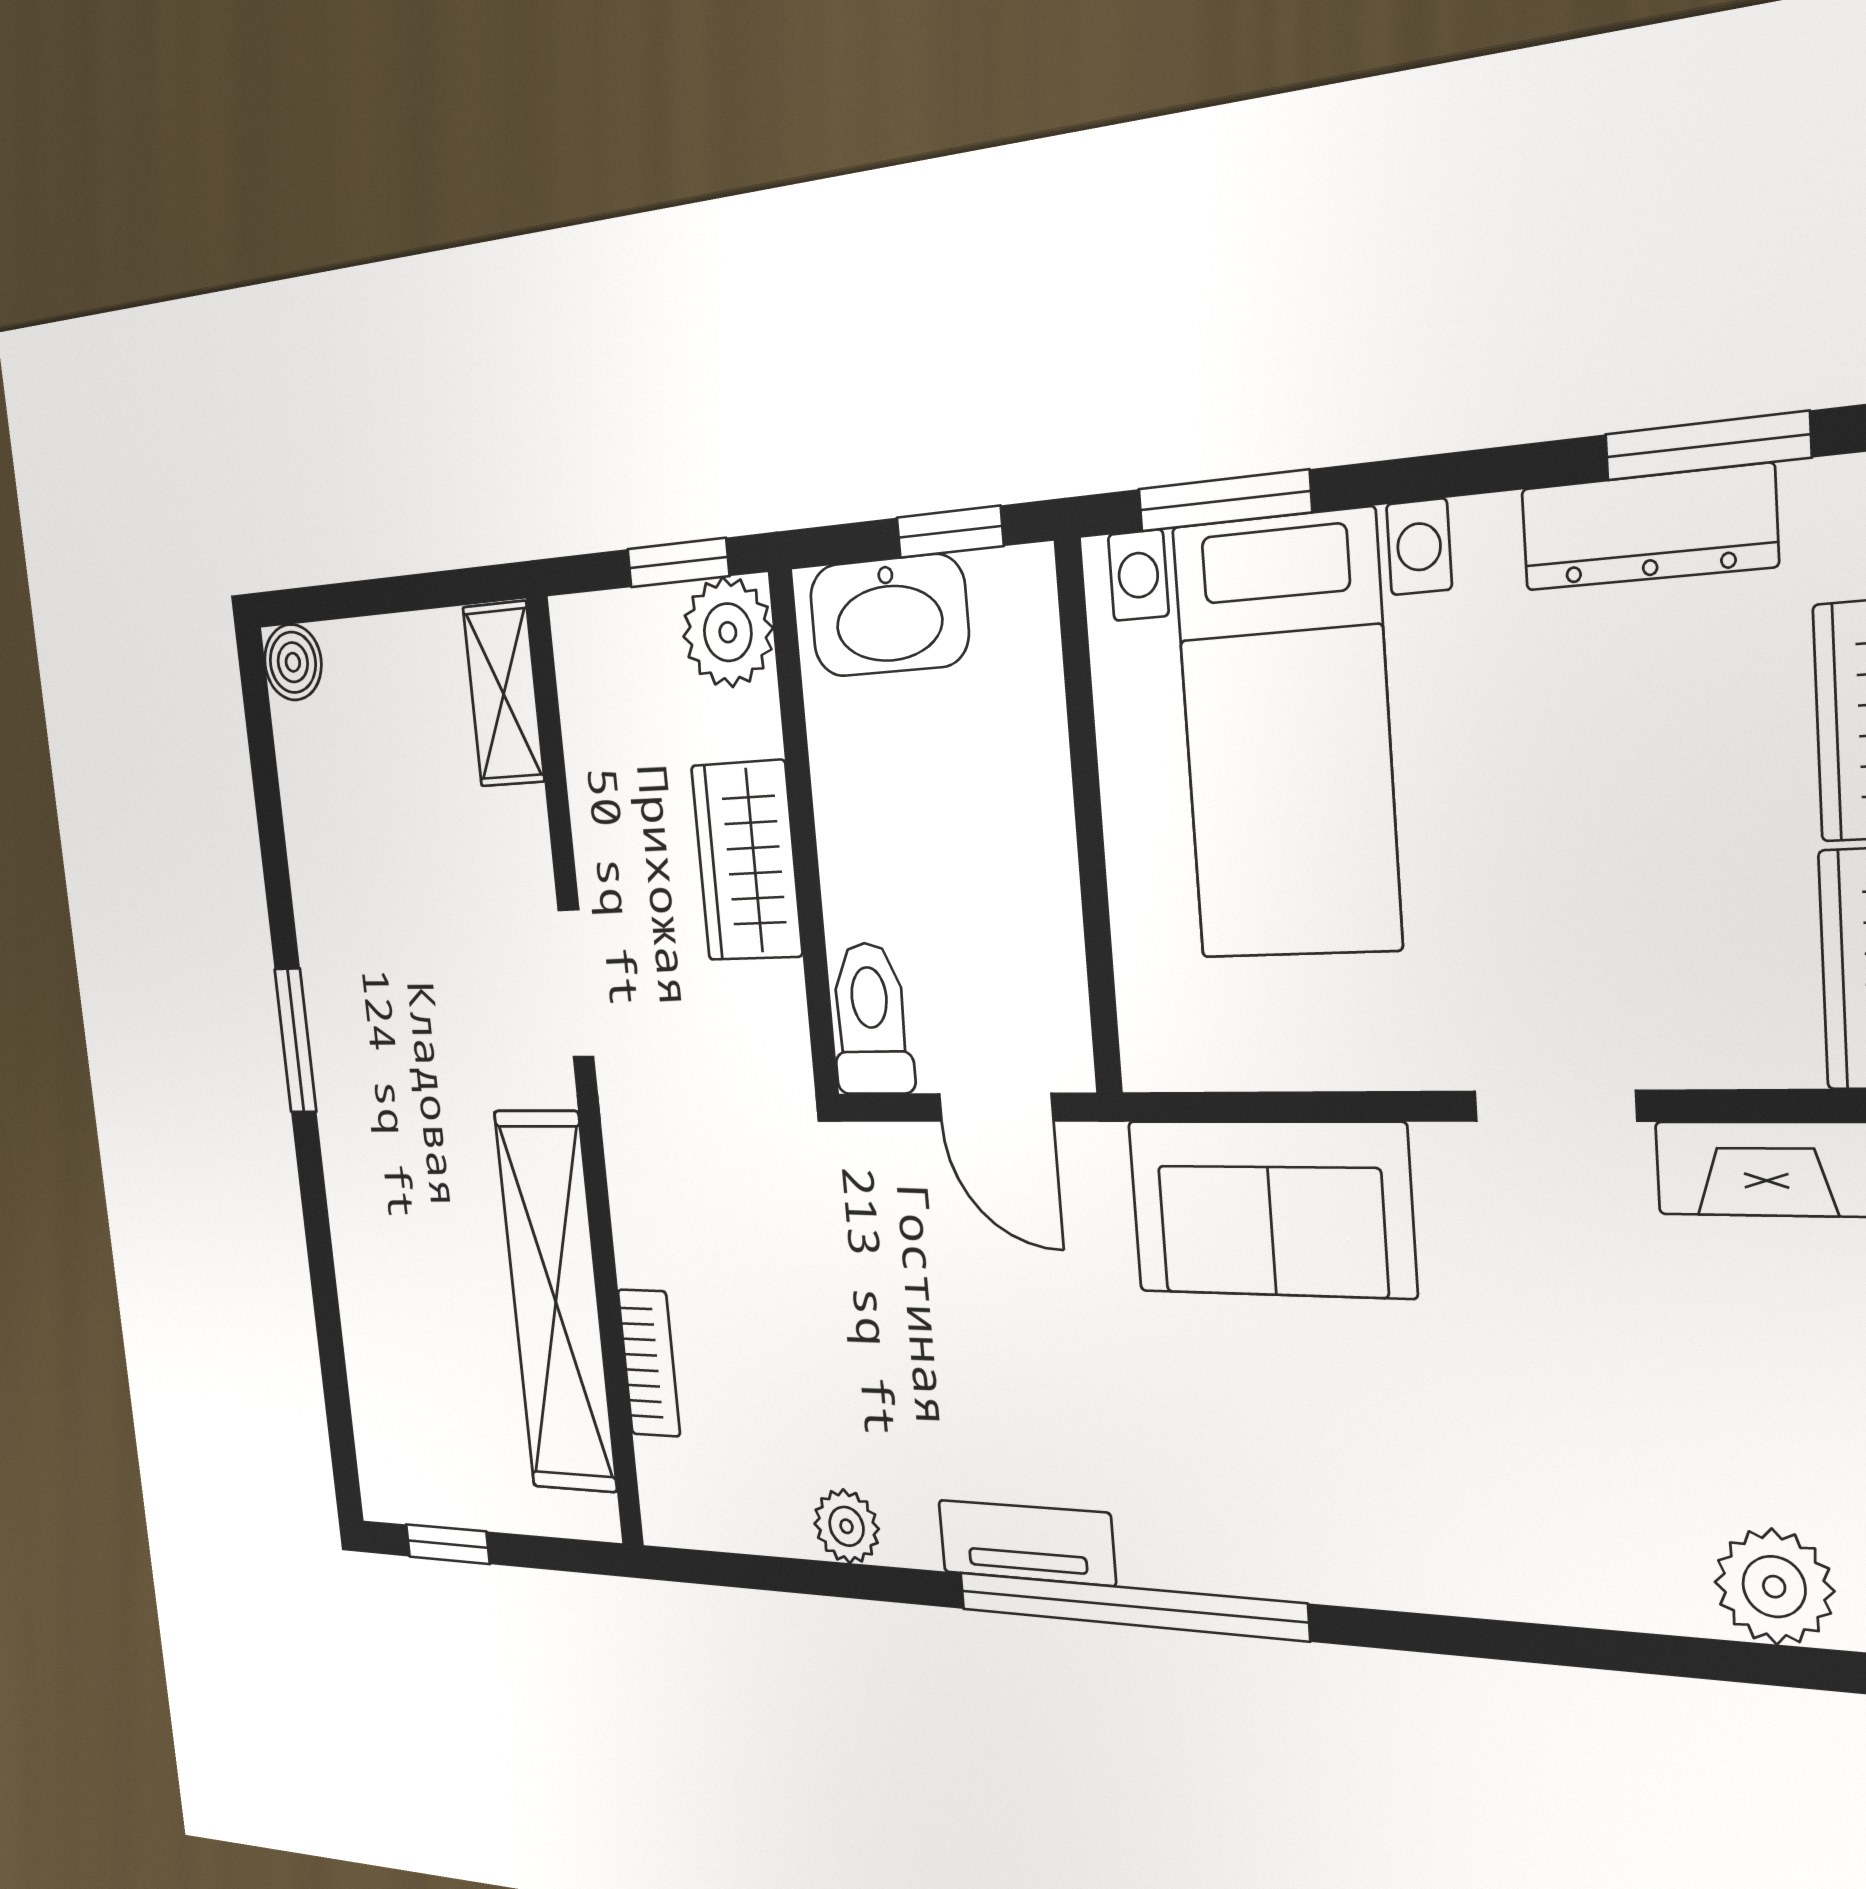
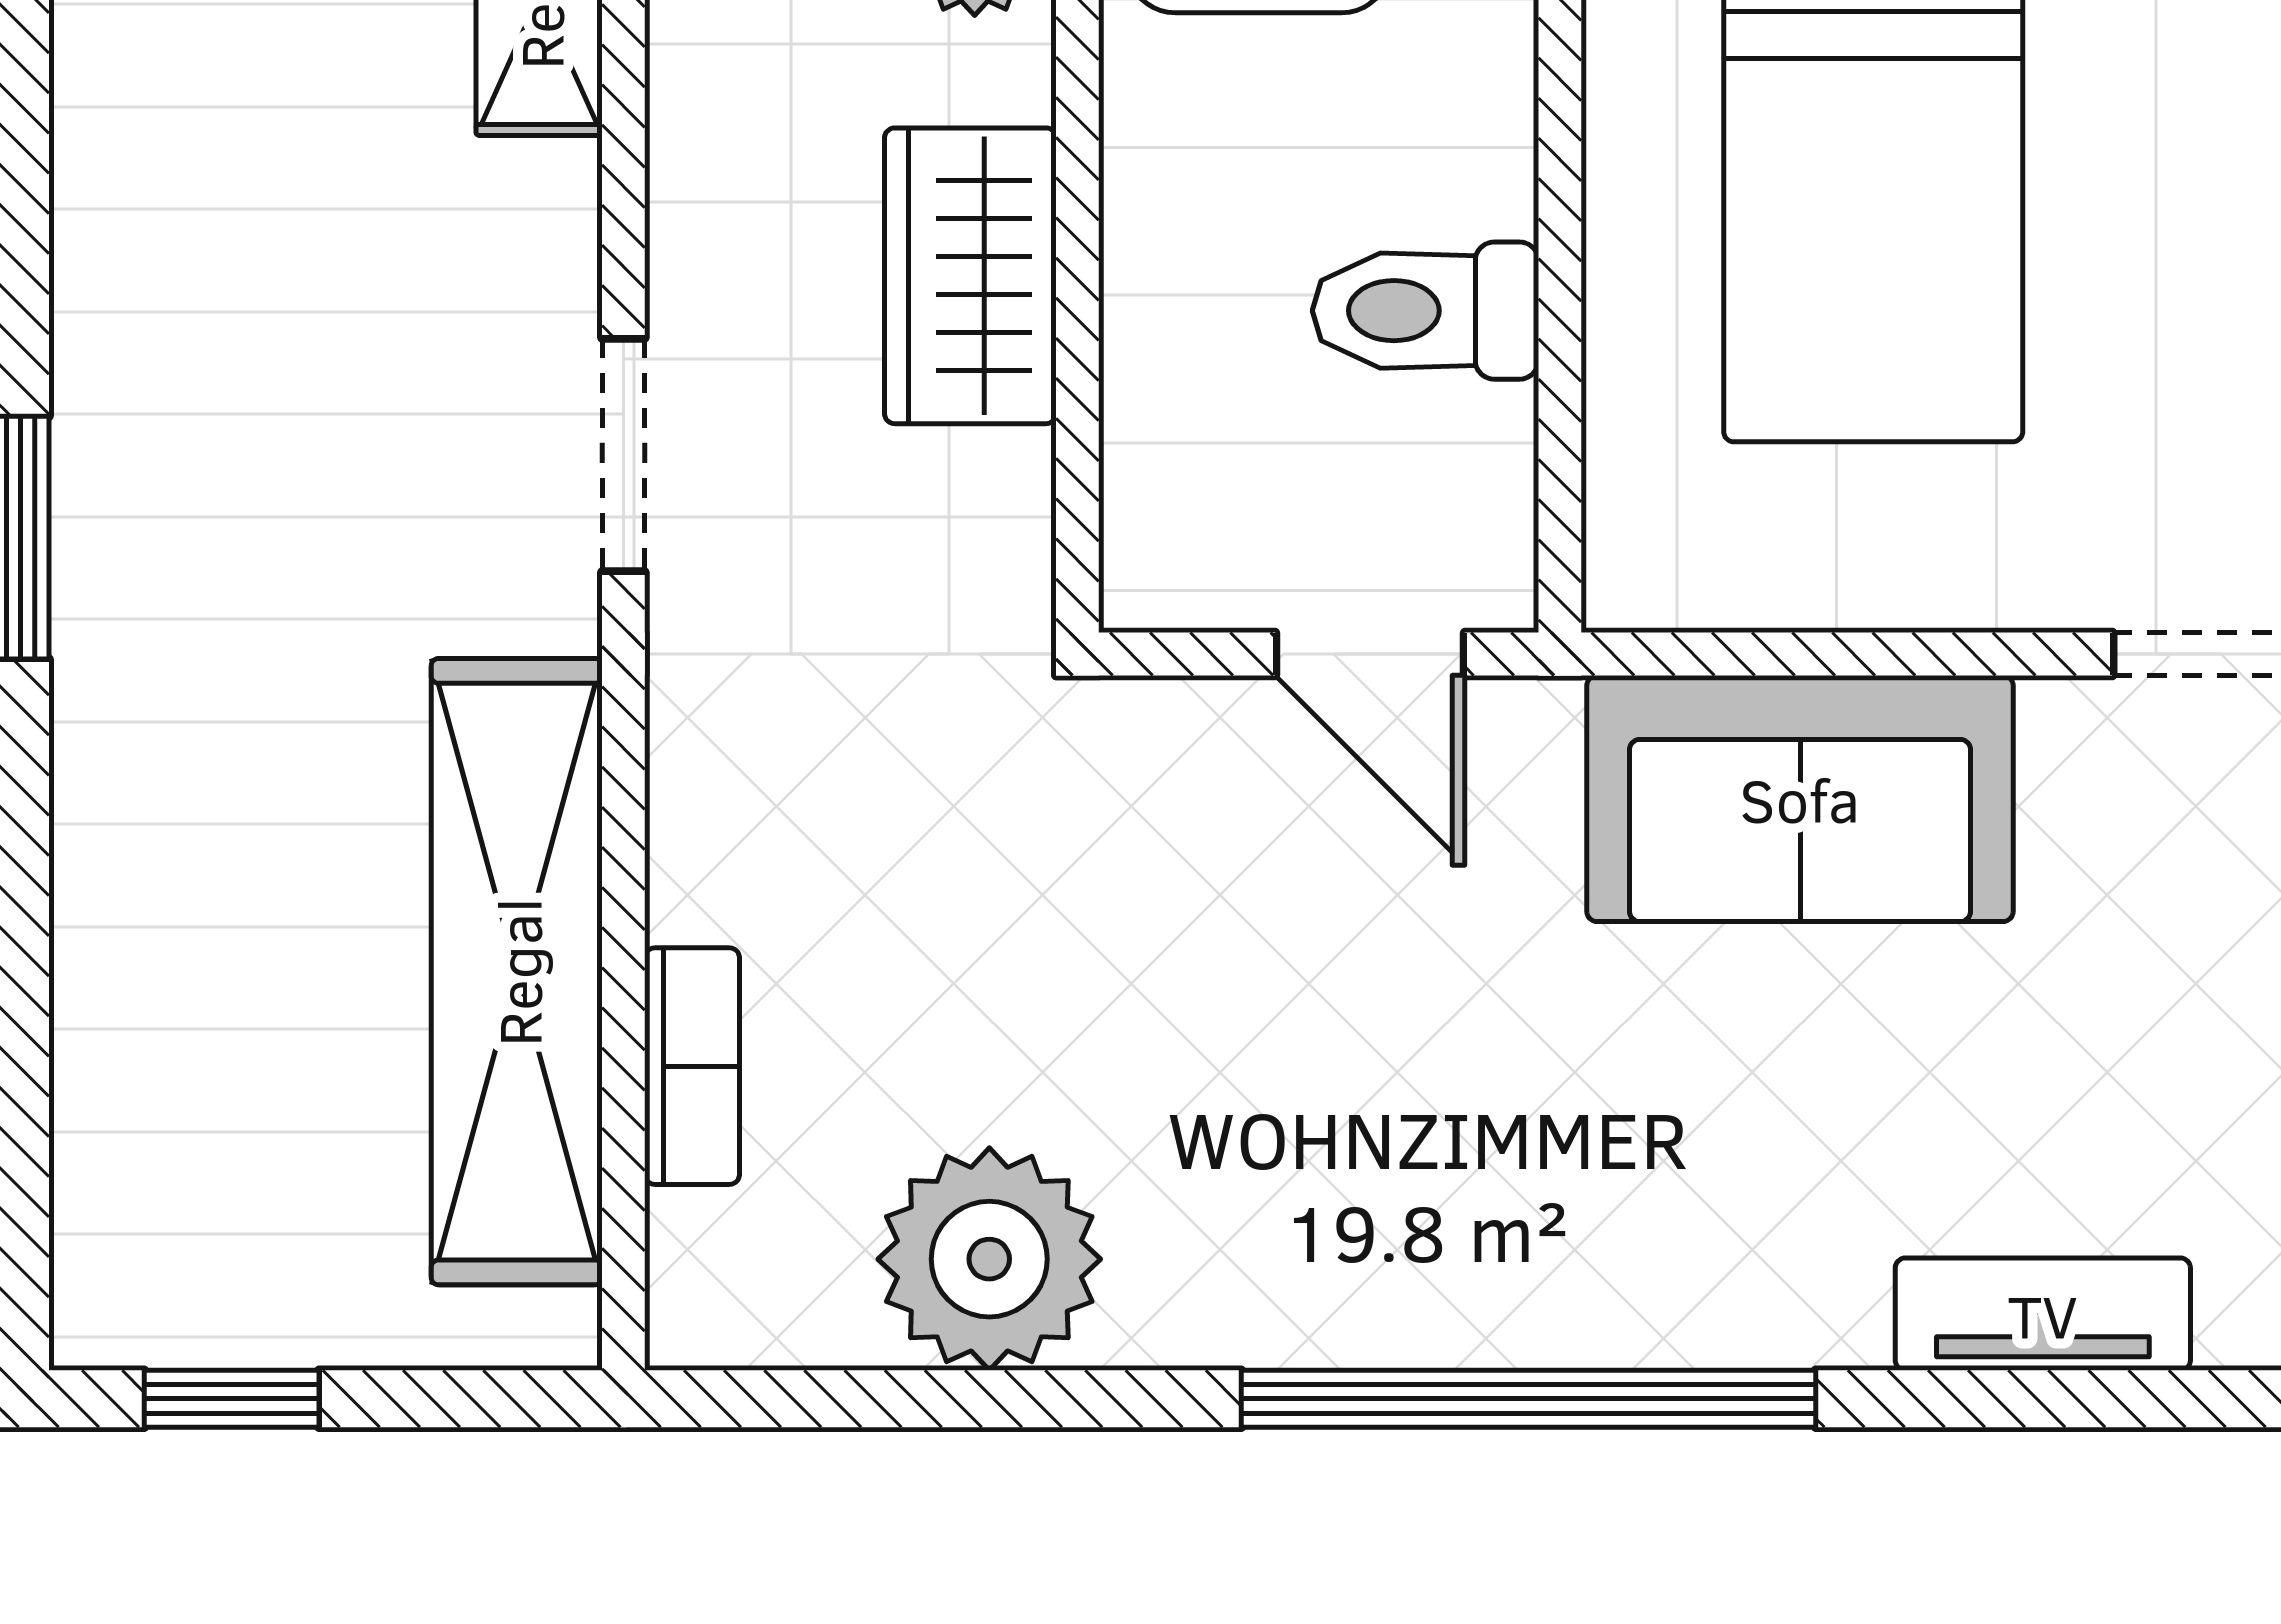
toilet: (871, 1019) -> (1426, 311), moved, turned -90
plant: (847, 1526) -> (989, 1259), width x1.87, depth x1.87
tv unit: (1026, 1543) -> (2043, 1314), moved

